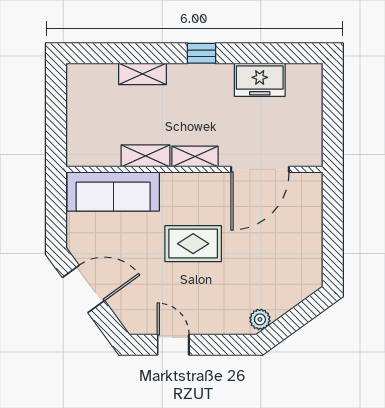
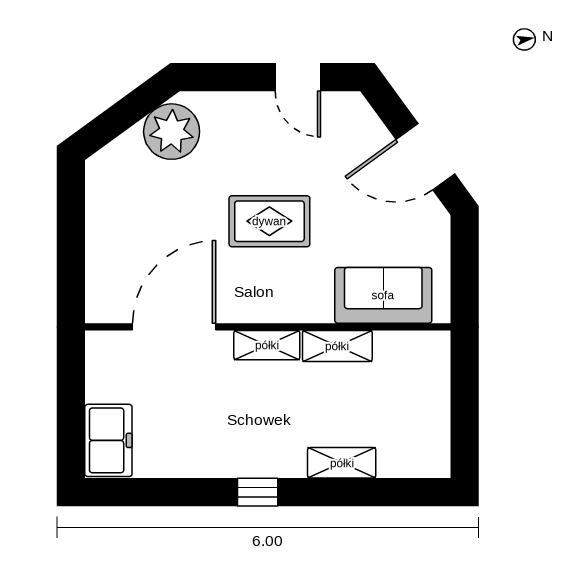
freezer: (260, 80) -> (108, 440), moved, turned 90
sofa: (113, 192) -> (383, 295), width x0.73
plant: (260, 319) -> (172, 132), width x1.88, depth x1.88

